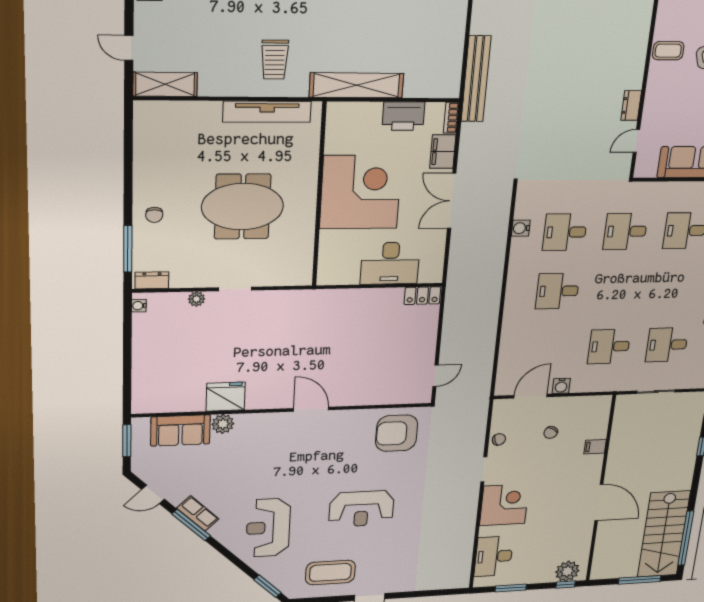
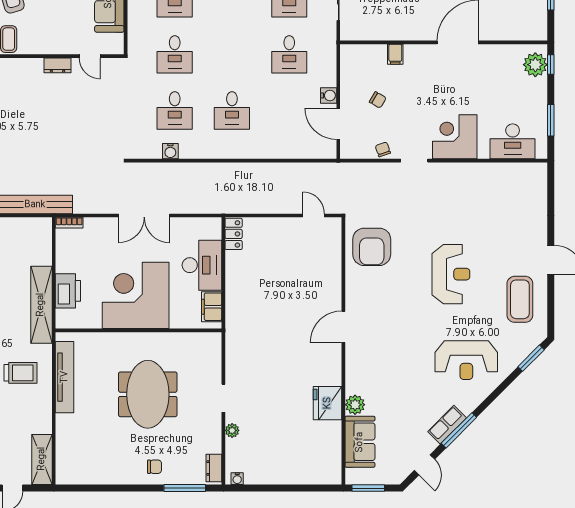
printer: (403, 116) -> (68, 291), moved
filing cabinet: (443, 152) -> (212, 307), moved, turned 90

